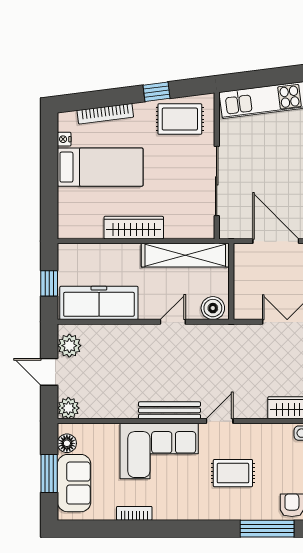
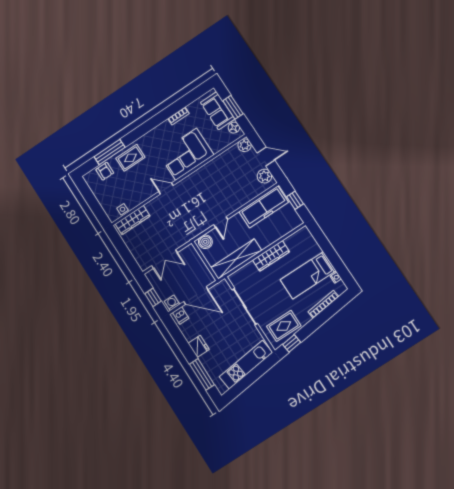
window: (156, 92) -> (292, 343), moved
bench: (169, 410) -> (194, 177), removed
door: (220, 421) -> (166, 189), swing flipped
rug: (233, 473) -> (130, 158), moved

